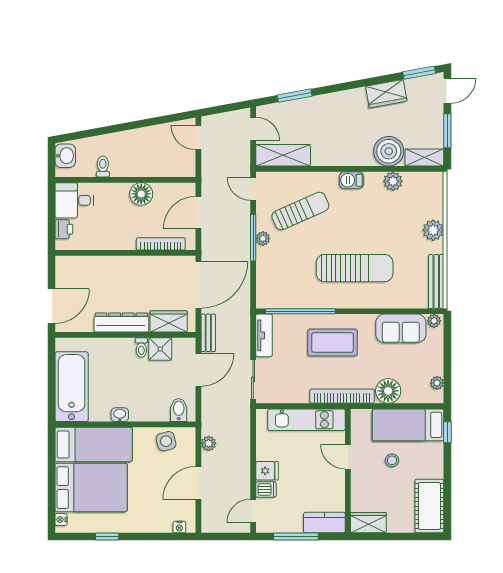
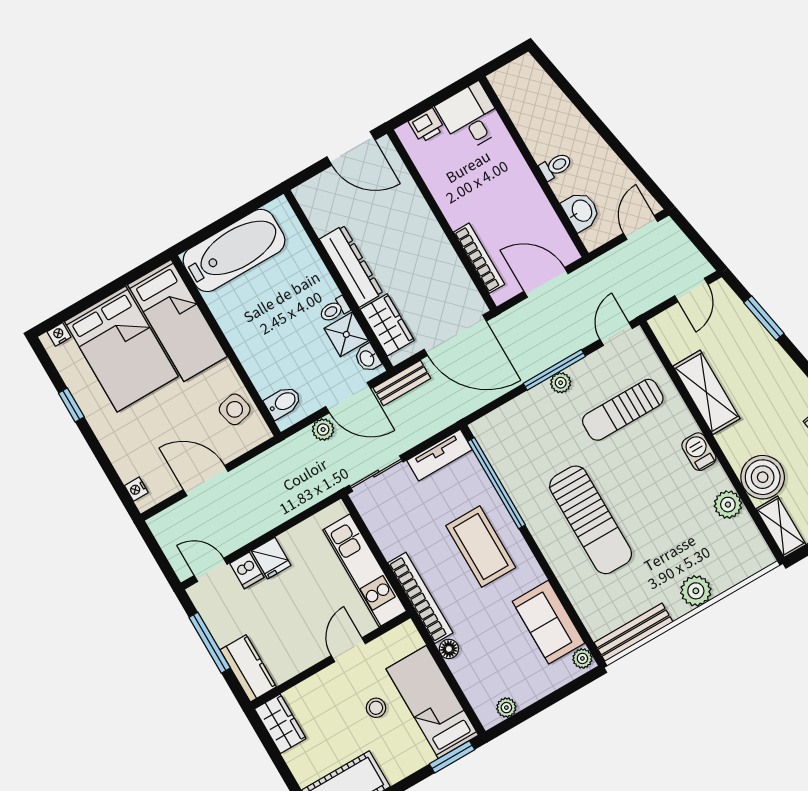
shelving: (283, 155) -> (706, 392), moved
washbasin: (65, 156) -> (581, 211), moved, turned -90
toilet: (103, 167) -> (556, 166), moved
floor lamp: (141, 194) -> (528, 197), removed
sun lounger: (300, 211) -> (623, 410), turned 114
door: (51, 306) -> (351, 148), moved
floor lamp: (388, 391) -> (449, 649), width x0.53, depth x0.53
washbasin: (120, 415) -> (367, 358), moved, turned 180
window: (447, 432) -> (452, 757), width x1.50
plant: (209, 443) -> (323, 430), moved

